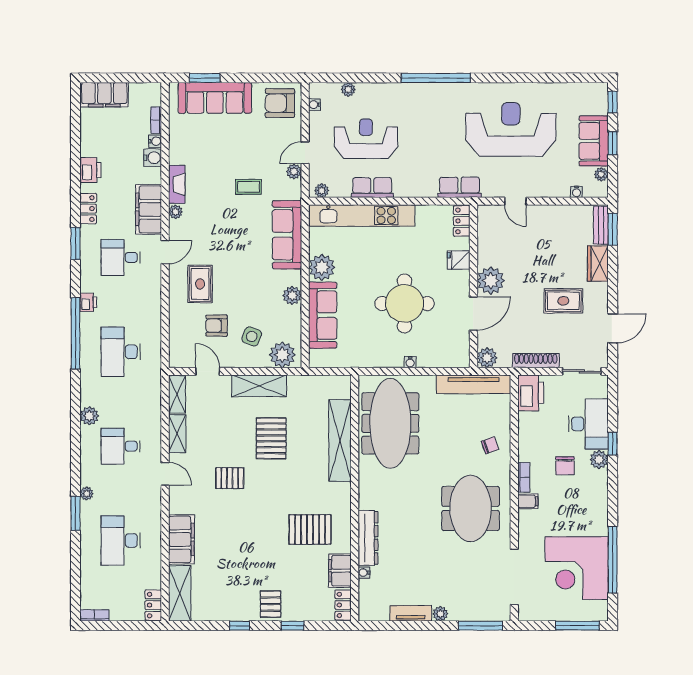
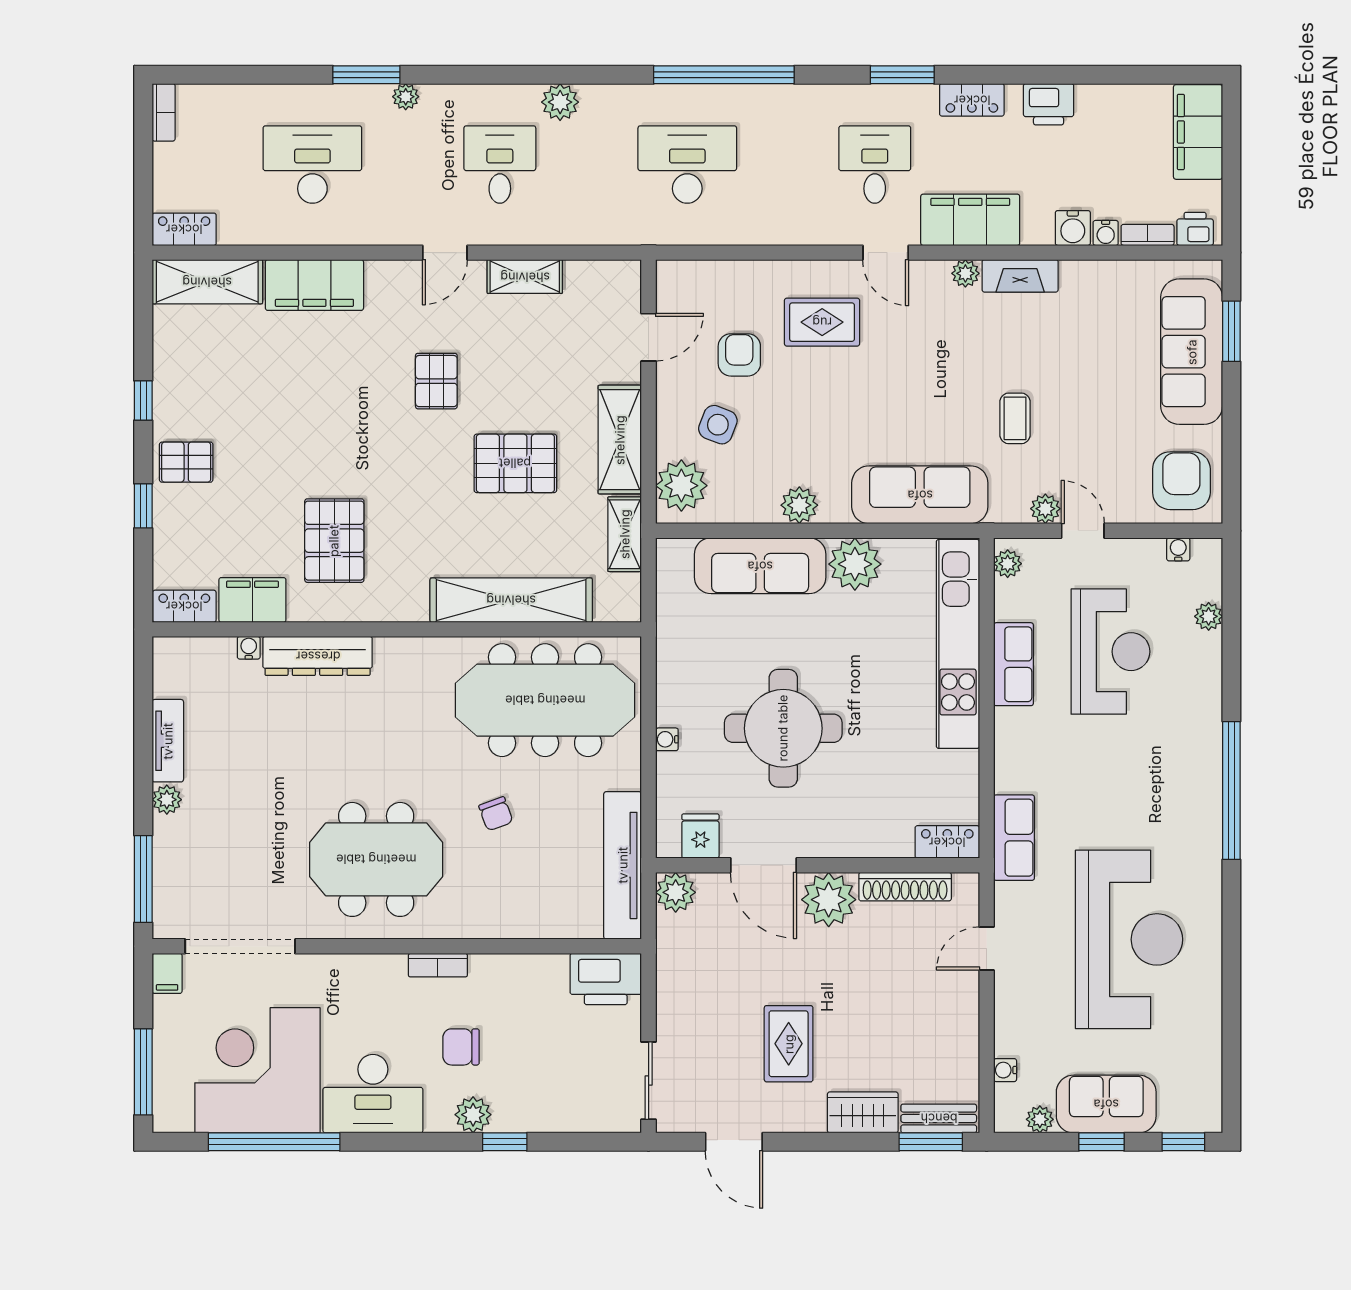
fridge: (459, 260) -> (700, 836), moved
printer: (88, 302) -> (1195, 229), moved, turned 180
shoe rack: (536, 361) -> (905, 887), moved, turned 90
shelving: (177, 394) -> (625, 534), moved, turned 90
desk: (588, 424) -> (373, 1094), moved
chair: (490, 445) -> (496, 814), moved
filing cabinet: (528, 501) -> (167, 973), moved

